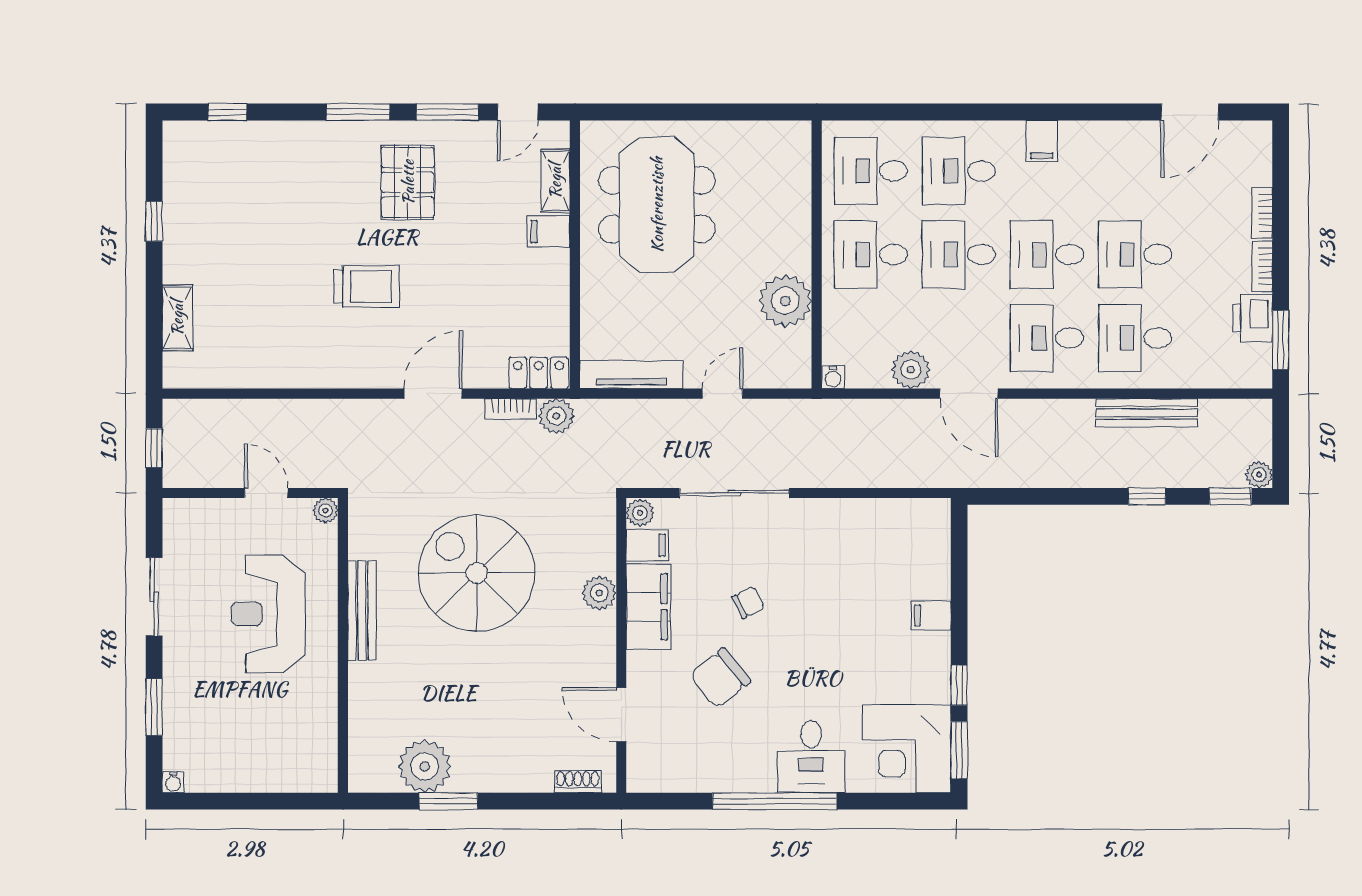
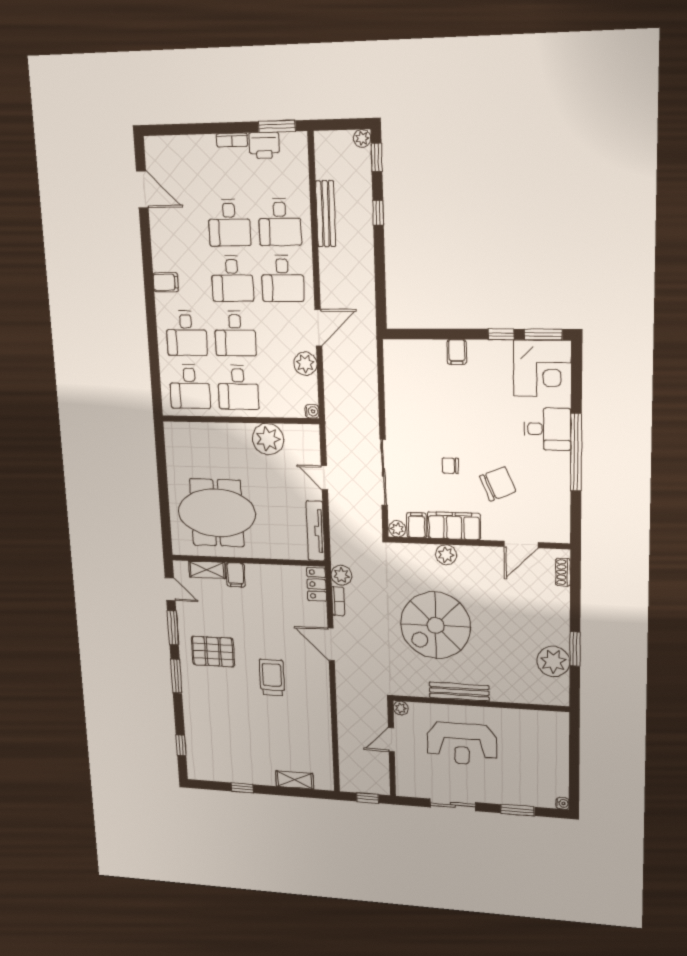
bookcase: (1262, 213) -> (200, 141), removed
chair: (748, 602) -> (450, 466), turned -63
chair: (720, 678) -> (498, 484), turned -74

